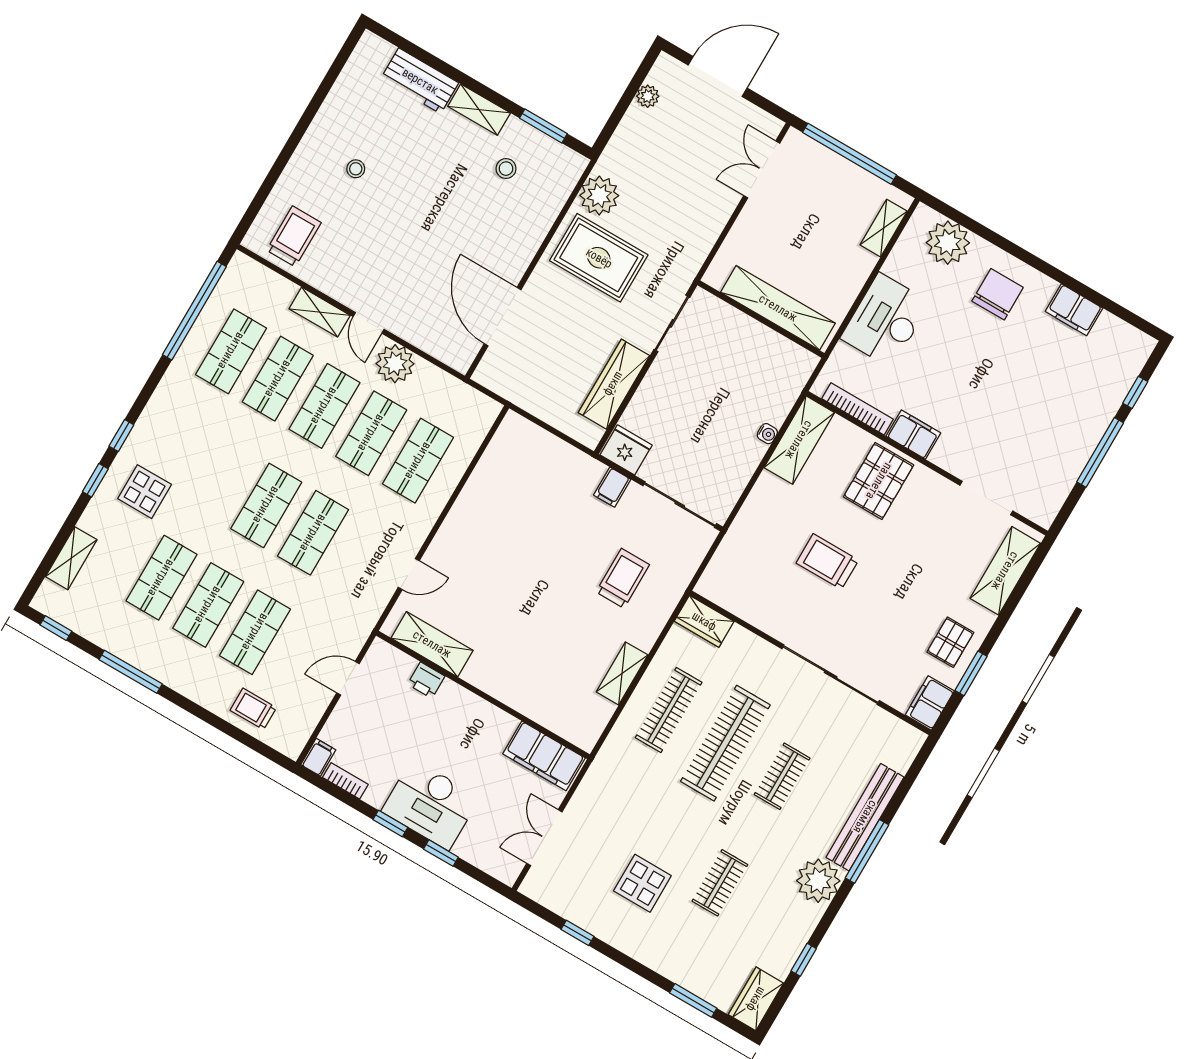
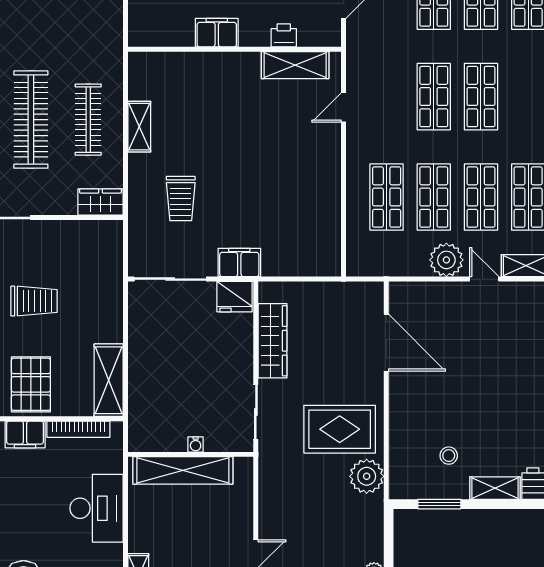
water cooler: (767, 434) -> (196, 444), moved, turned -90
filing cabinet: (612, 487) -> (239, 262), width x2.00
filing cabinet: (544, 756) -> (217, 33), moved, width x0.67, depth x0.86

